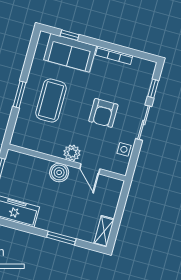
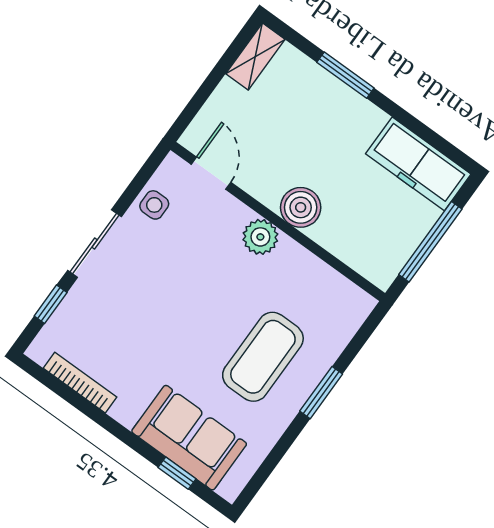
bookcase: (114, 55) -> (80, 383), moved
armchair: (103, 113) -> (168, 293), removed
door: (90, 169) -> (211, 173), moved

